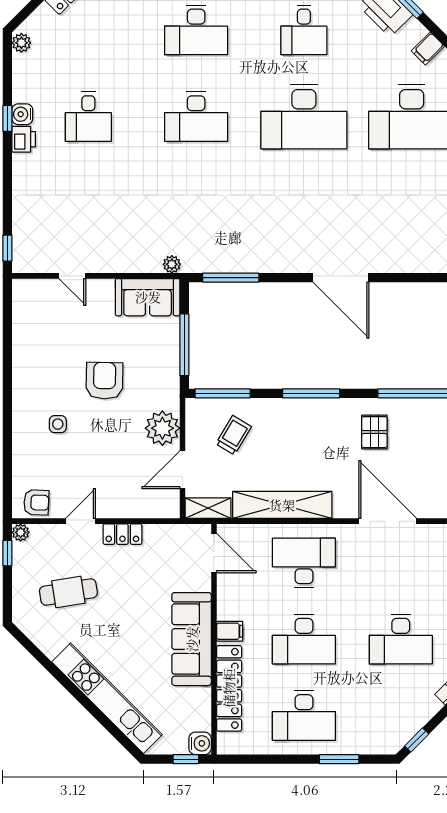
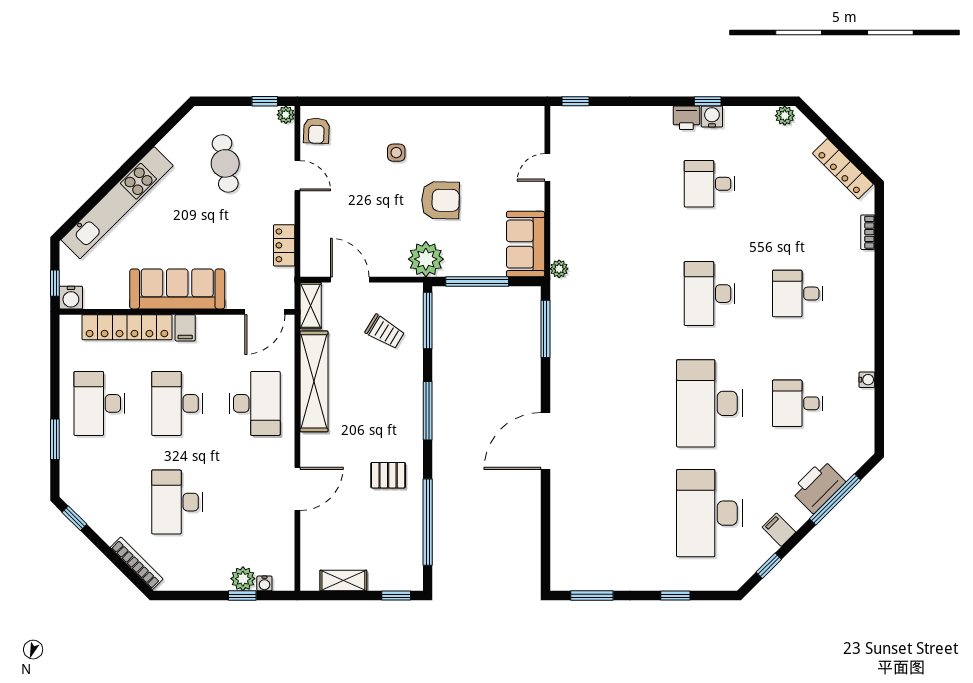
desk: (196, 30) -> (798, 294), width x0.73
plant: (162, 428) -> (426, 259), moved
door: (388, 521) -> (297, 489), width x0.73
locker: (122, 534) -> (284, 245), moved

